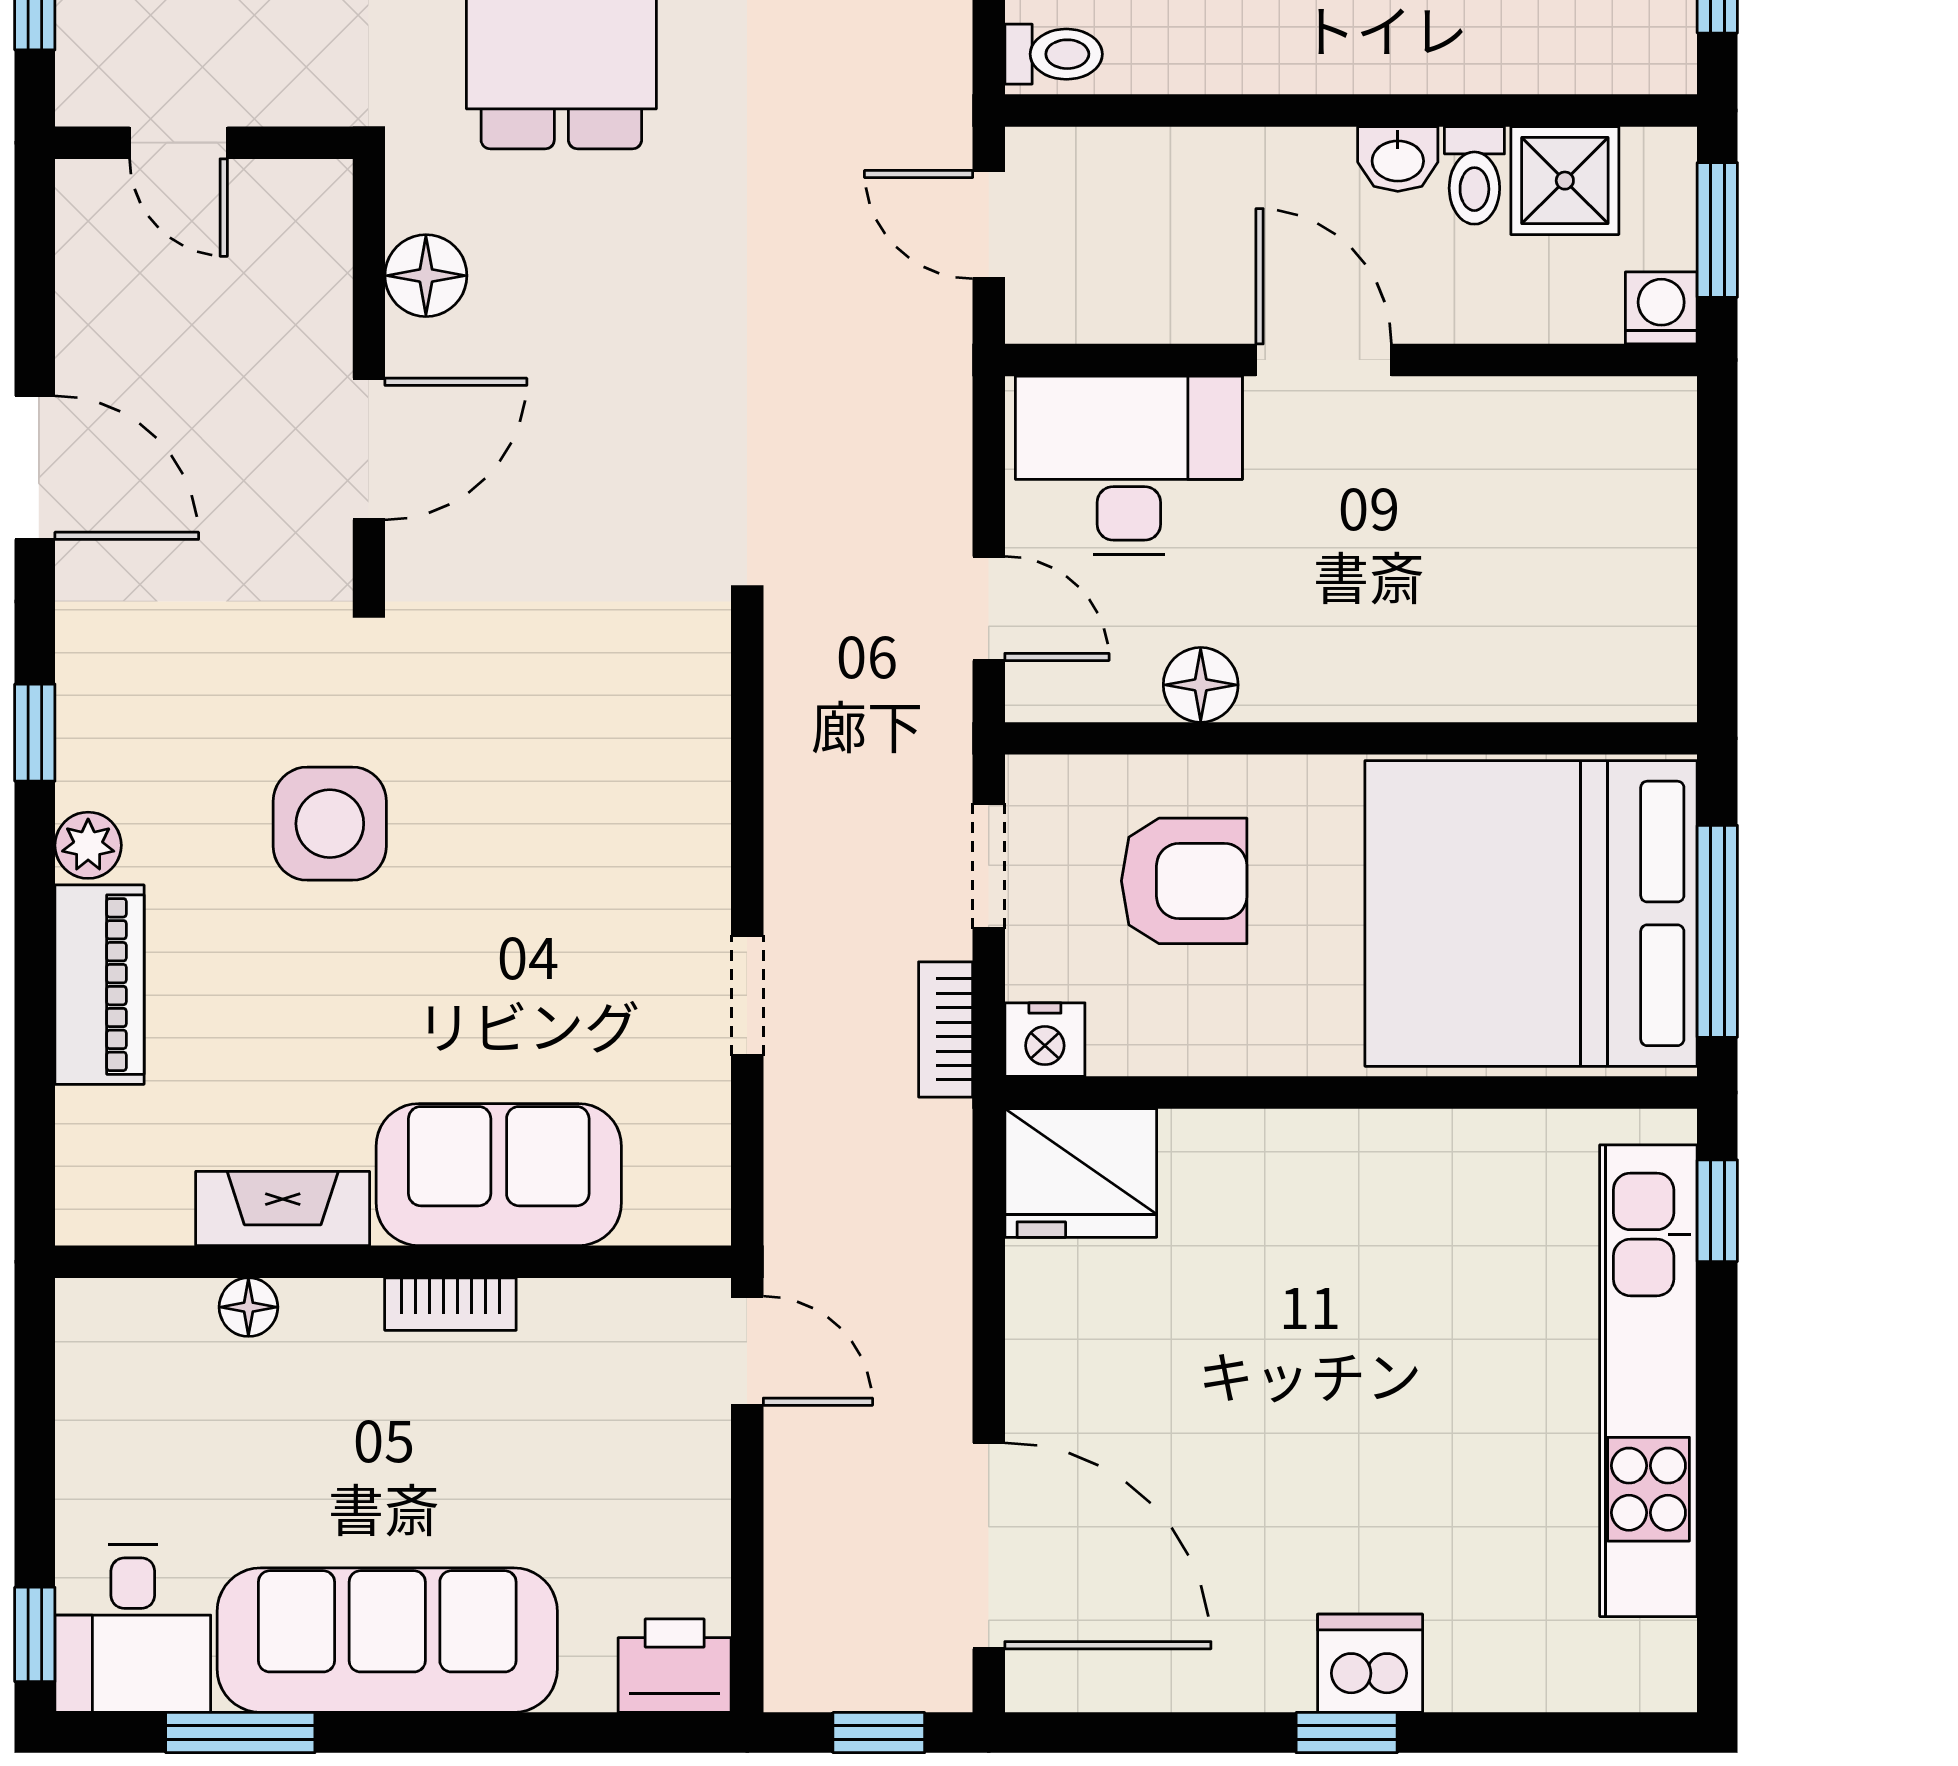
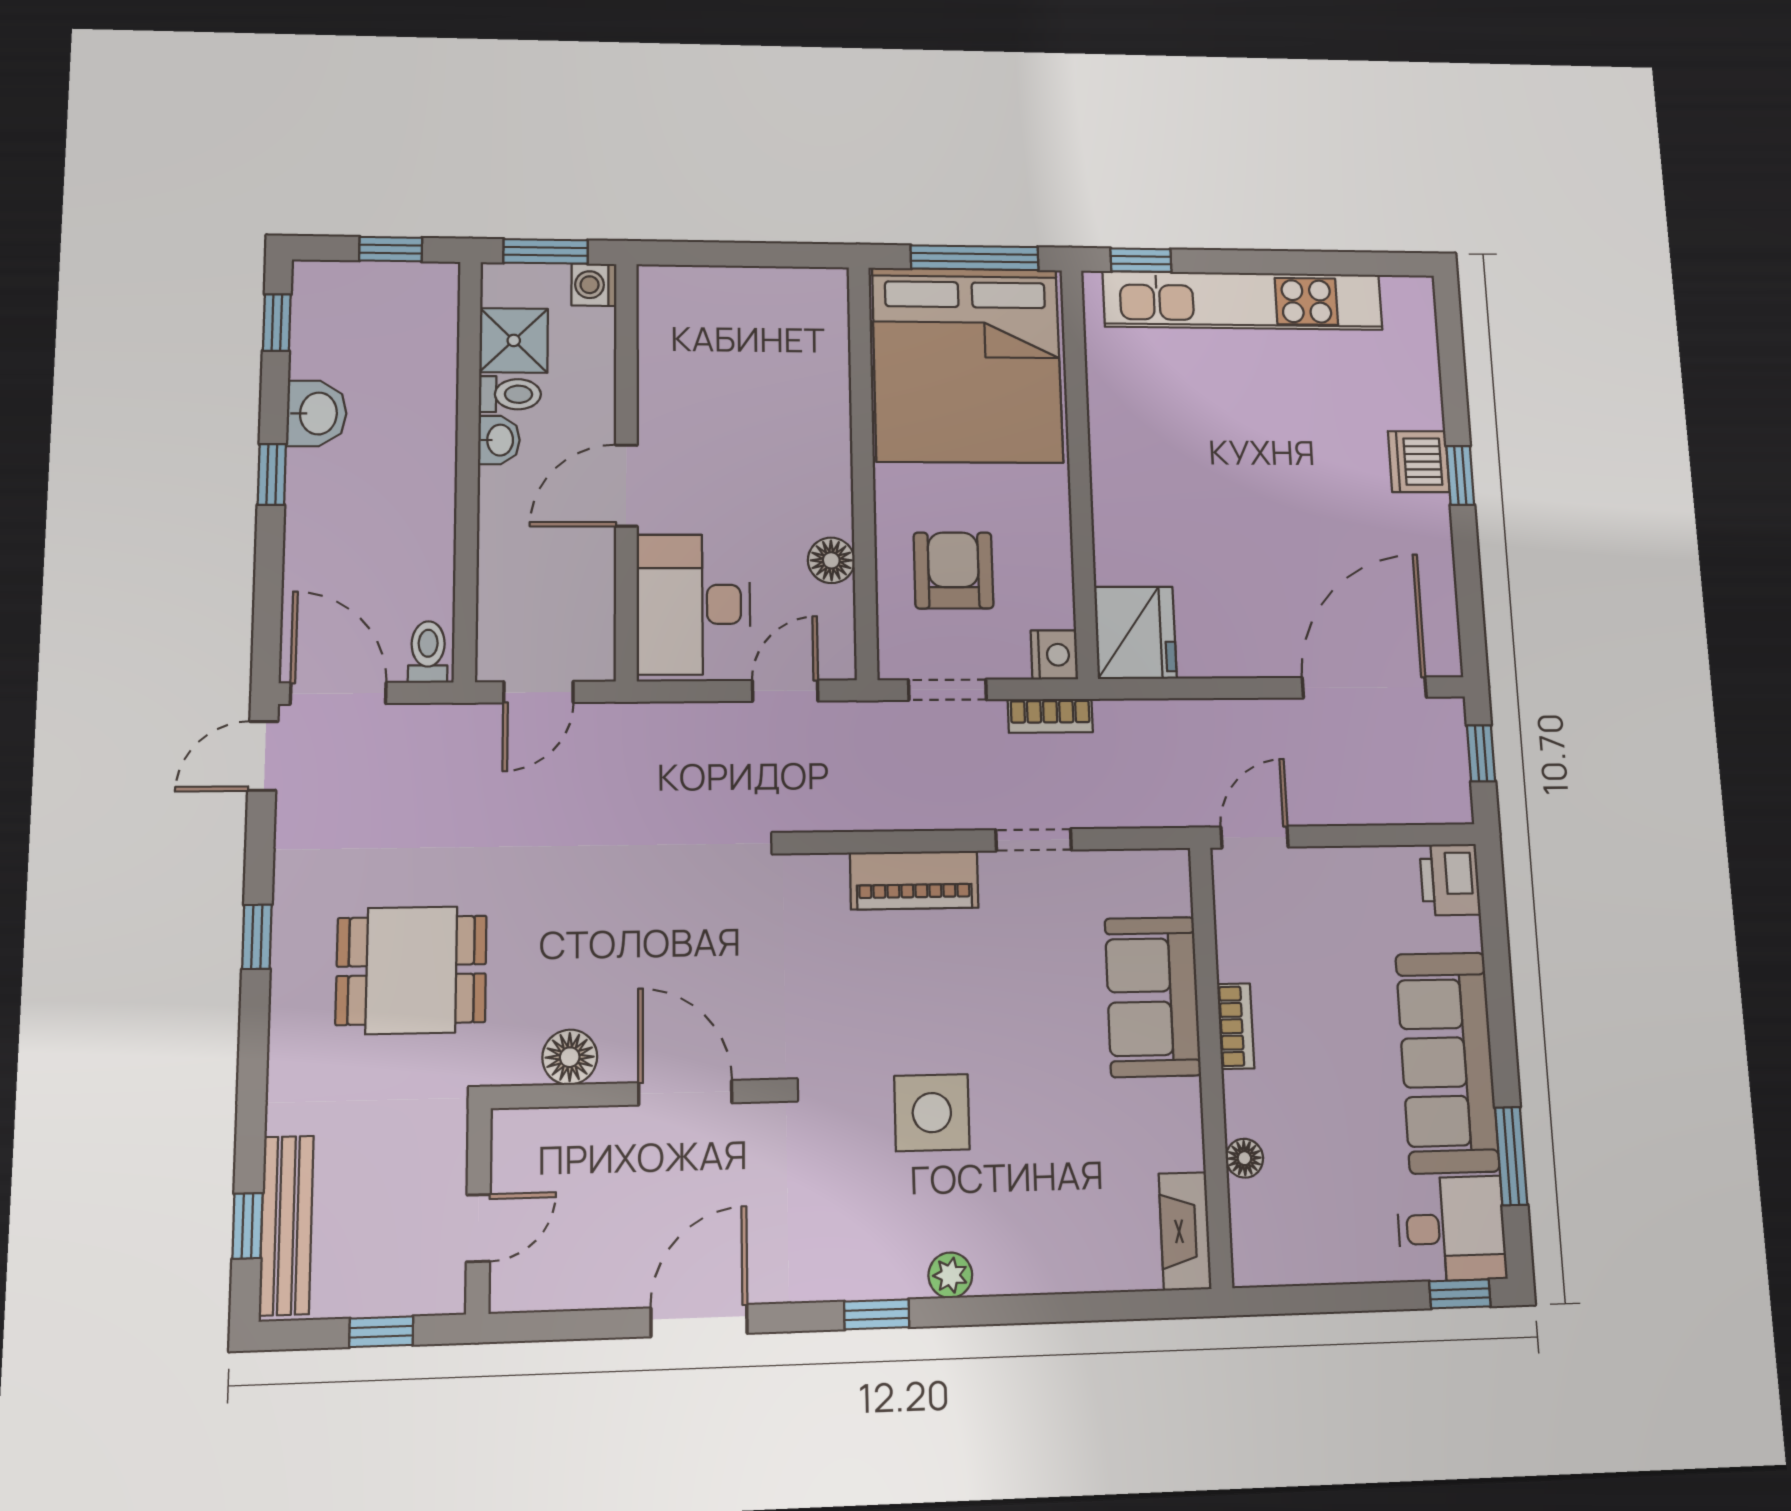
piano: (100, 985) -> (914, 880), moved, turned 180
fireplace: (283, 1208) -> (1185, 1231), moved

